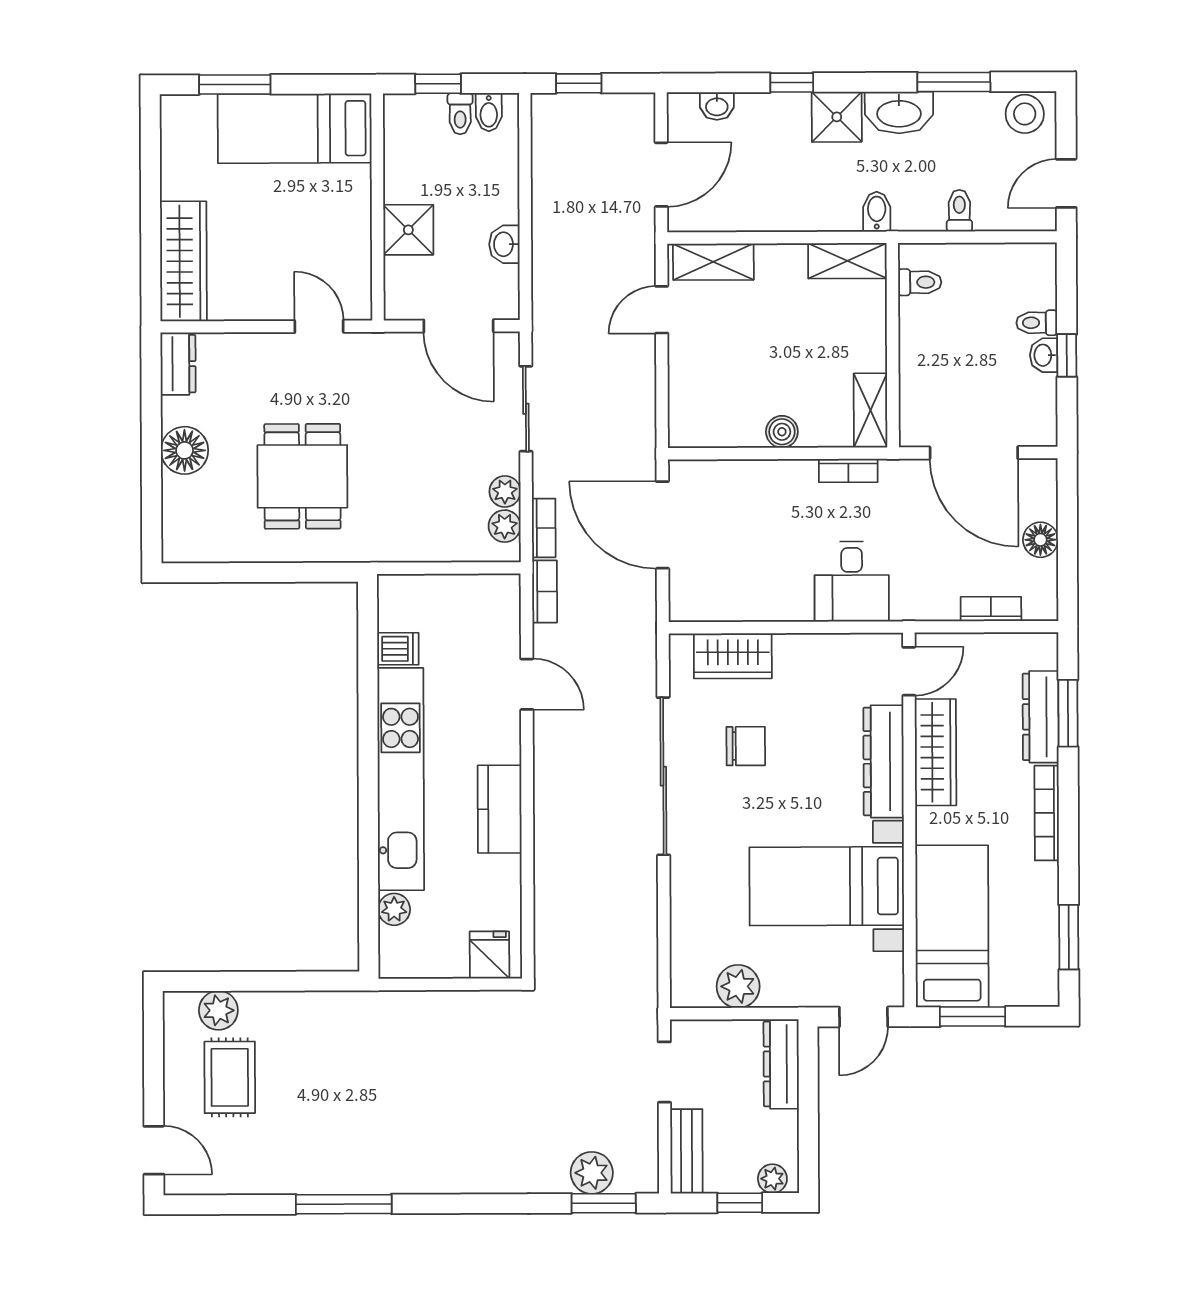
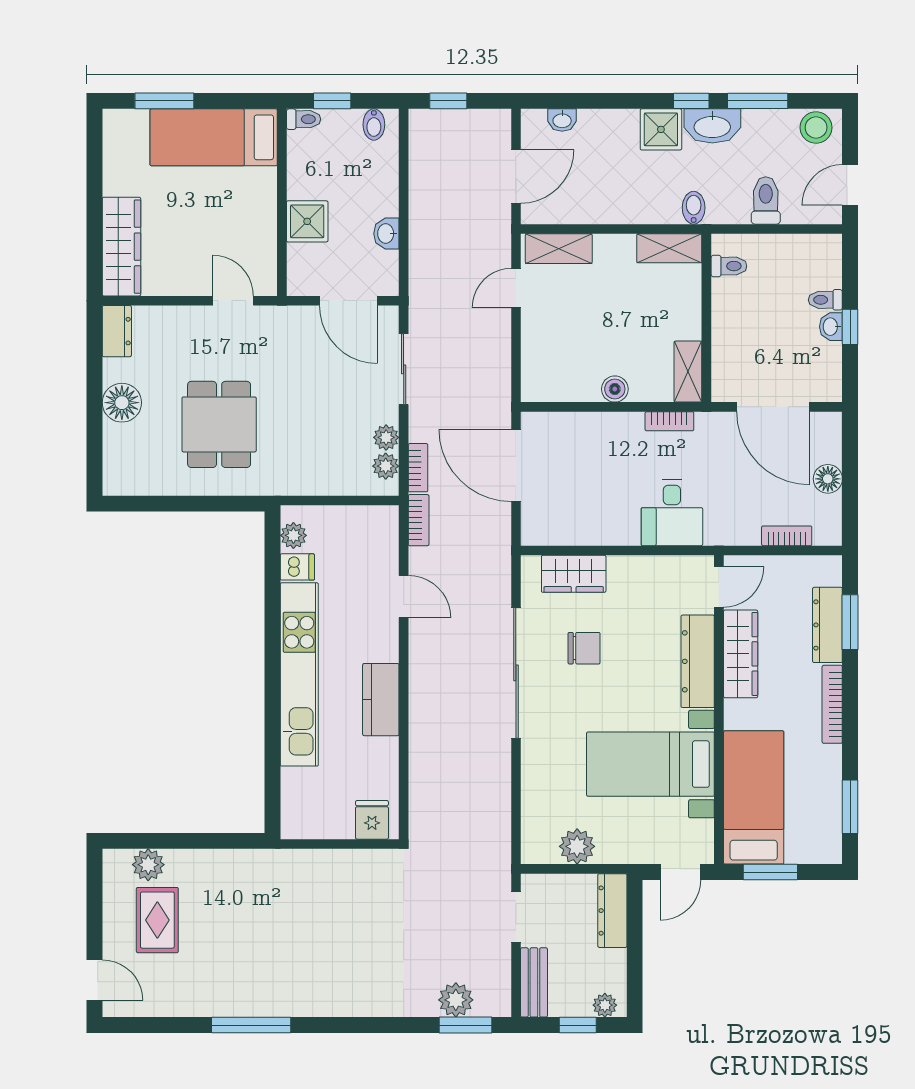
window: (792, 83) -> (691, 101), moved
toilet: (460, 114) -> (304, 119), moved, turned -90
toilet: (959, 211) -> (766, 200), width x1.37, depth x1.39
plant: (394, 909) -> (293, 535), moved

